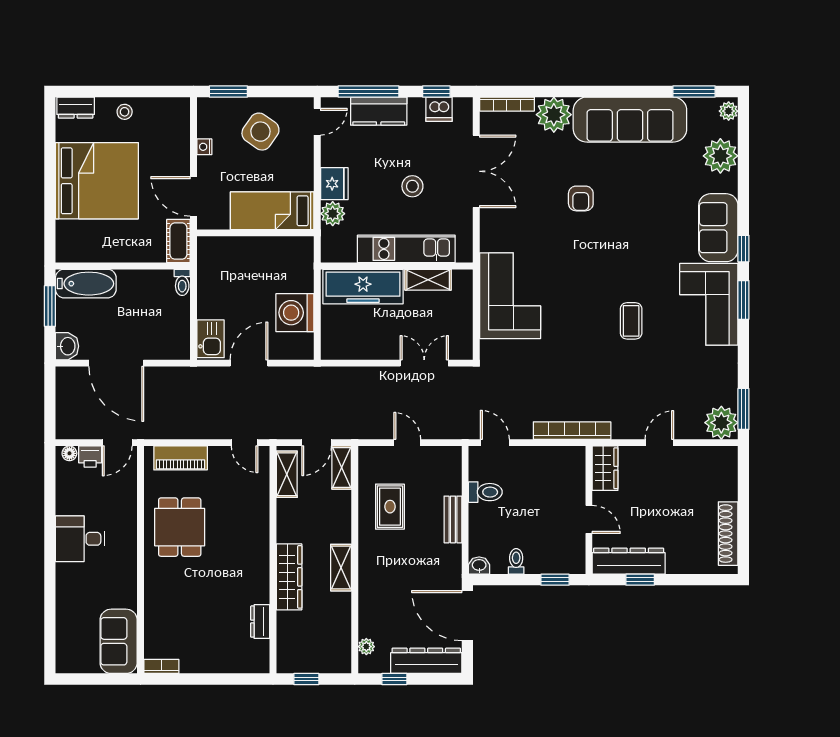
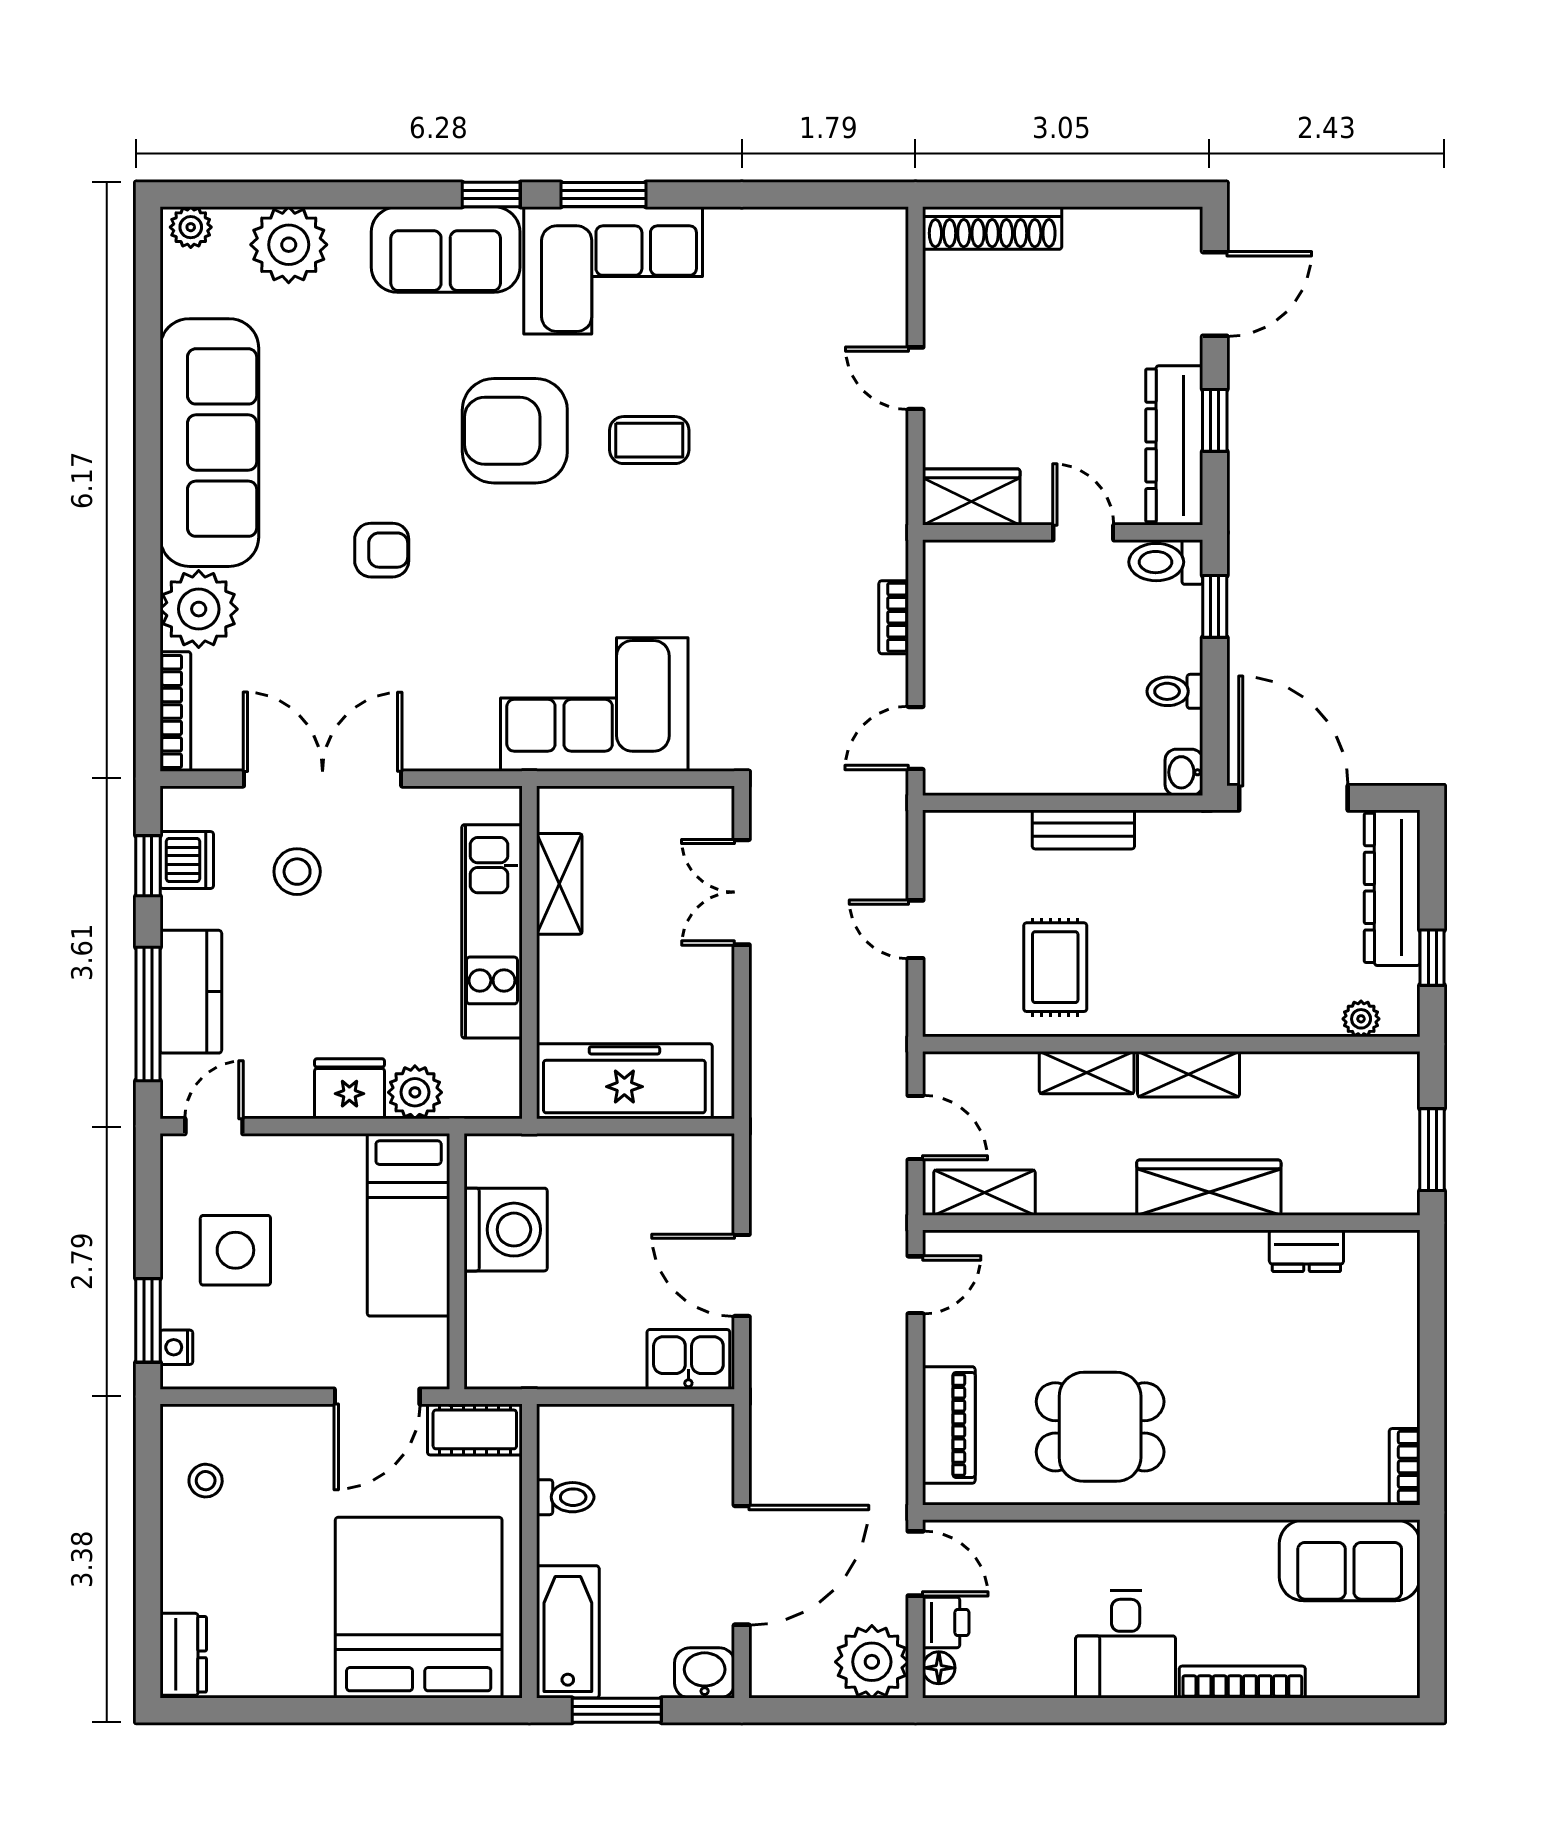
window: (694, 92) -> (148, 302), removed
stool: (125, 112) -> (206, 1481), moved
door: (317, 122) -> (214, 1126), hinge flipped
side table: (260, 132) -> (235, 1250), turned -35
nightstand: (204, 147) -> (176, 1347), moved, turned 90
bed: (97, 181) -> (419, 1608), moved
stool: (412, 186) -> (297, 872), moved
armchair: (635, 259) -> (515, 431), added
toilet: (182, 282) -> (565, 1497), moved
freezer: (363, 287) -> (624, 1081), moved, turned -90
washing machine: (295, 313) -> (506, 1230), moved, turned -90
window: (743, 409) -> (842, 195), removed
plant: (721, 423) -> (872, 1662), moved
bookcase: (572, 431) -> (894, 617), width x0.43, depth x0.76
door: (407, 443) -> (916, 929), hinge flipped
shelving: (342, 468) -> (1087, 1073), moved
toilet: (485, 492) -> (1166, 562), moved, turned -90
rug: (390, 507) -> (1055, 967), turned 90
door: (589, 519) -> (1083, 532), hinge flipped
shoe rack: (728, 534) -> (992, 228), moved
door: (698, 580) -> (1215, 294), added
bookcase: (63, 592) -> (1242, 1682), added
door: (467, 616) -> (1293, 798), swing flipped
window: (306, 679) -> (1432, 1150), width x1.50

